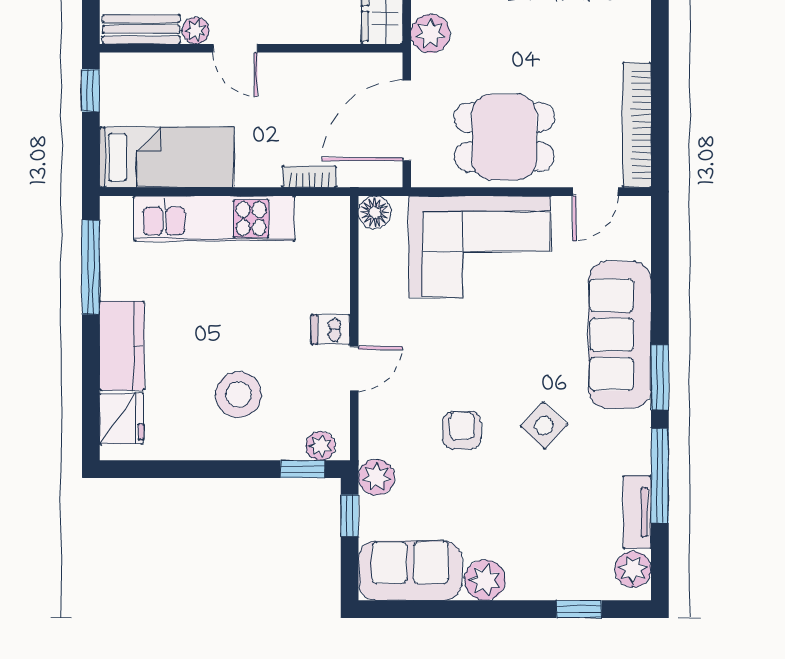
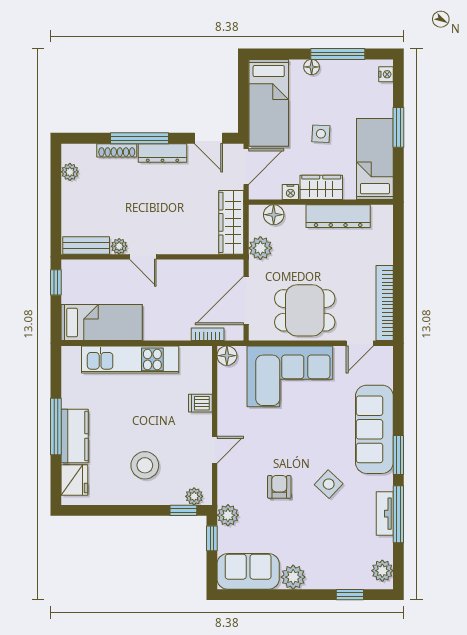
bookcase: (309, 177) -> (208, 334), moved
window: (91, 267) -> (56, 426), moved
dishwasher: (331, 330) -> (200, 403), moved
tv unit: (637, 512) -> (385, 514), moved

